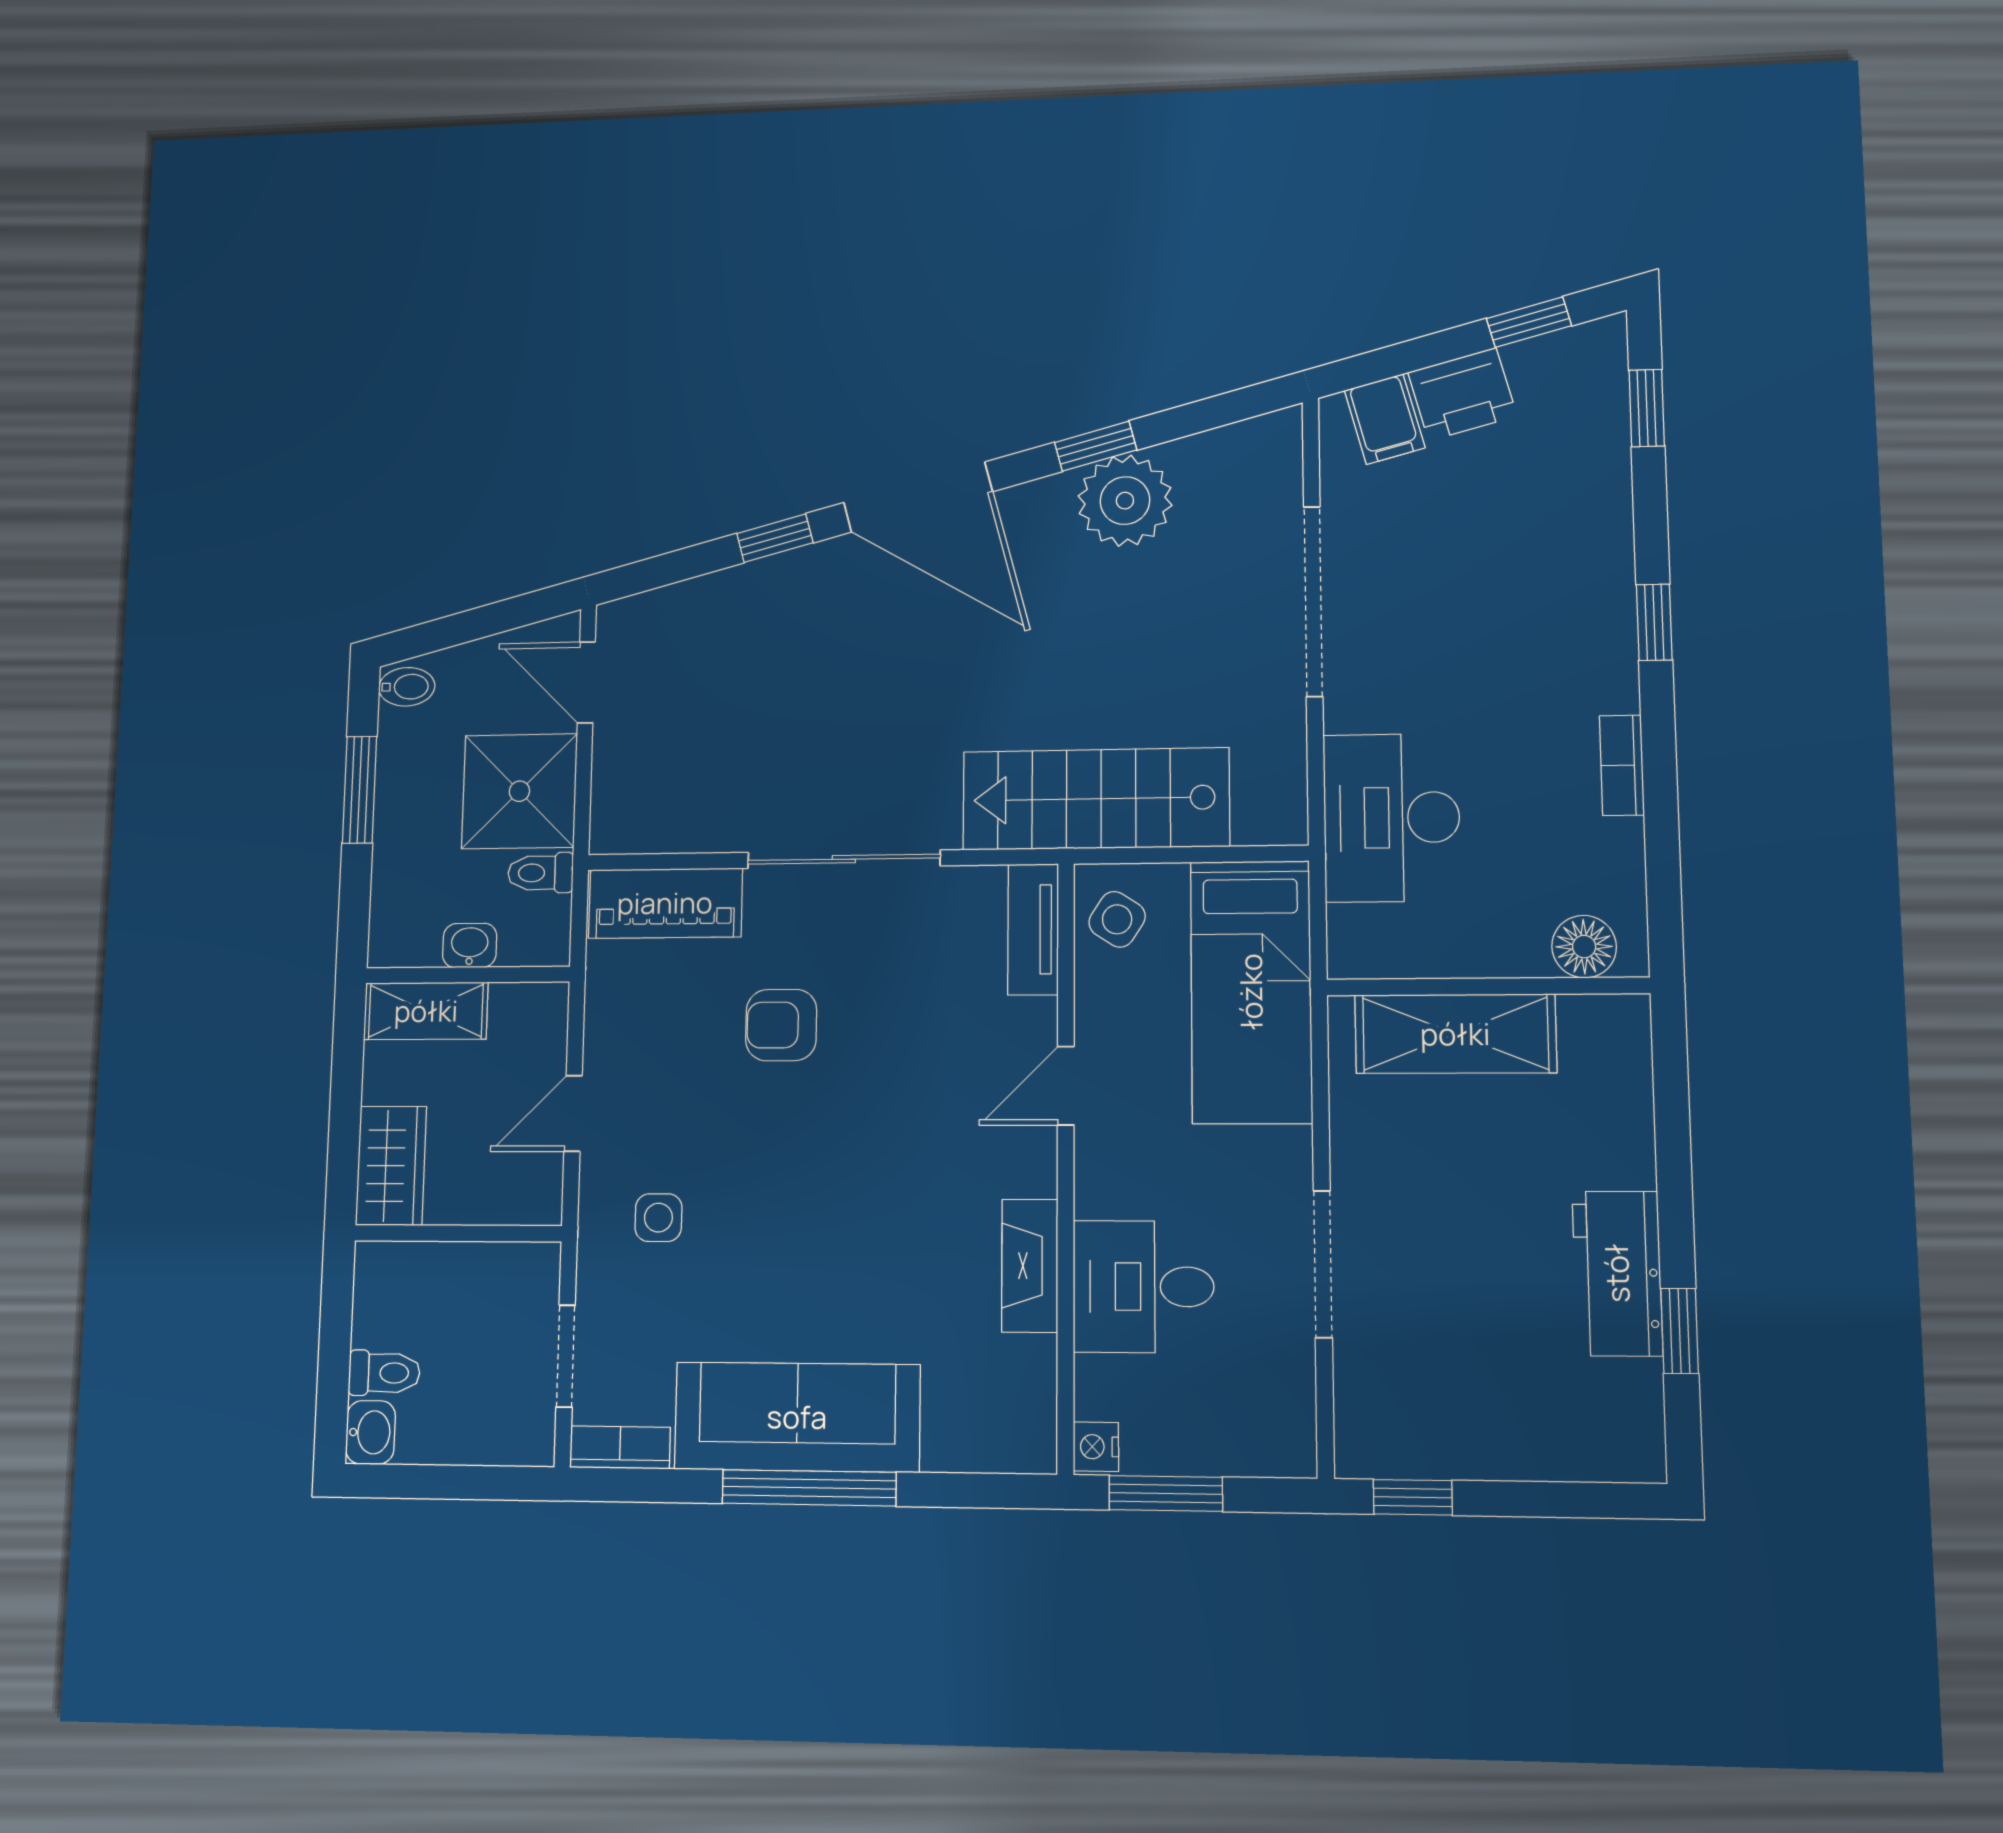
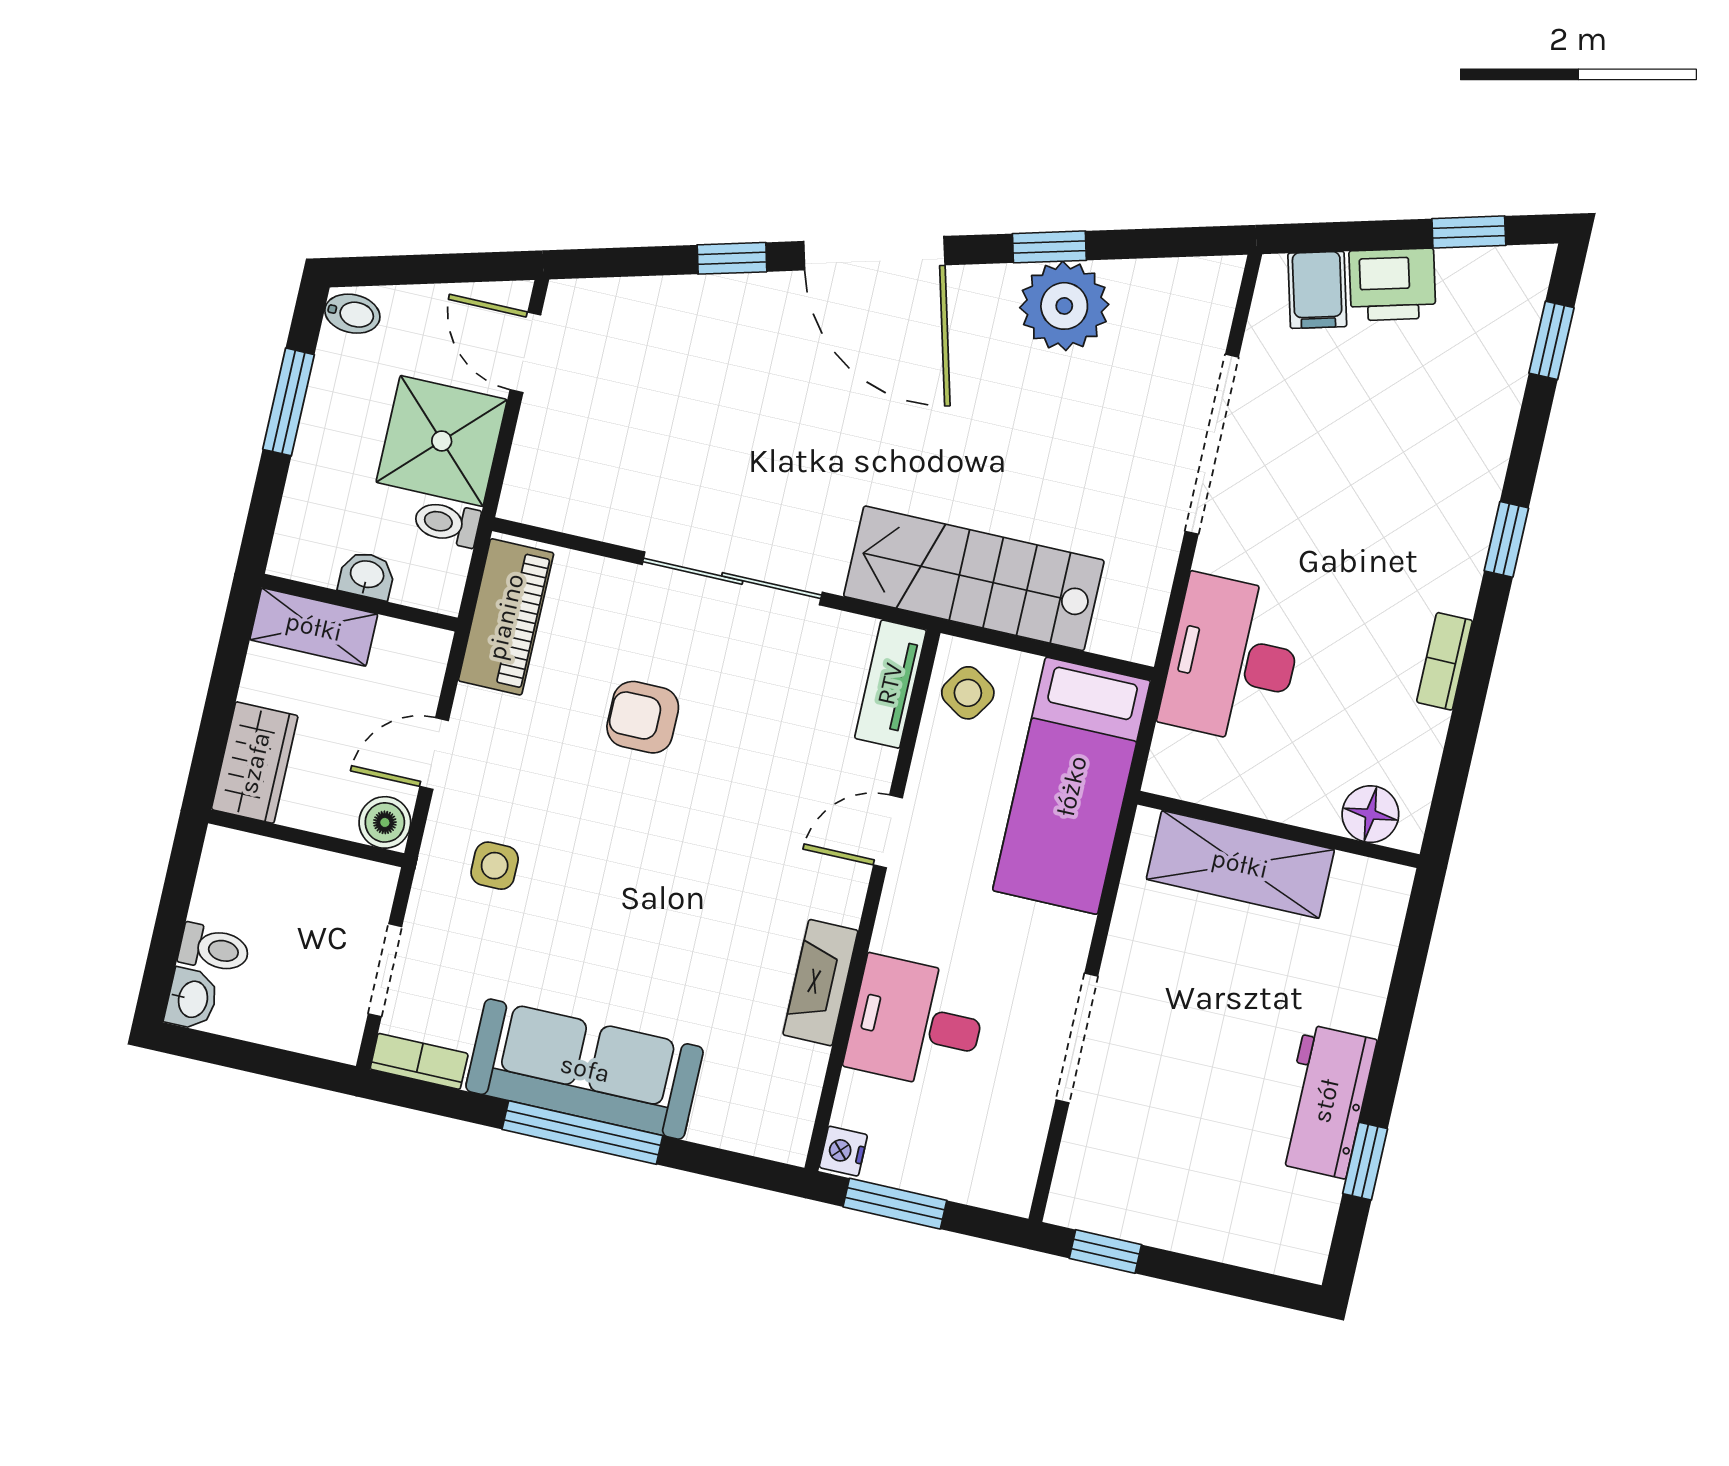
piano: (665, 903) -> (506, 617), moved, turned -90
boiler: (536, 1198) -> (385, 822), added

